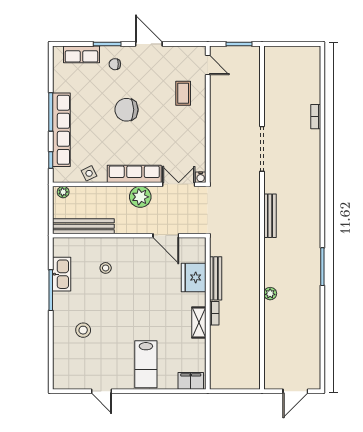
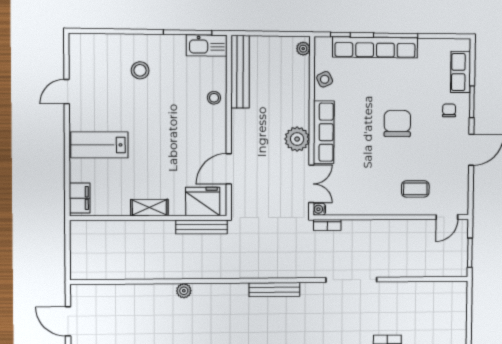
bench: (83, 226) -> (240, 72), moved
wall: (129, 236) -> (229, 126), moved
door: (166, 236) -> (229, 169), moved
bookcase: (214, 313) -> (327, 225), moved

